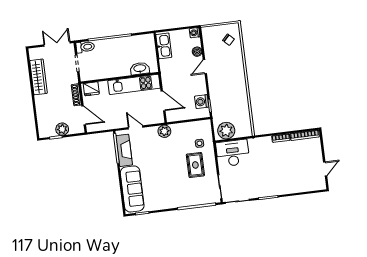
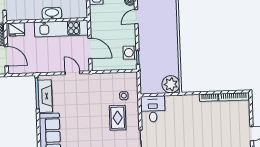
washbasin: (140, 69) -> (52, 13), moved
door: (136, 127) -> (72, 73), moved
plant: (164, 131) -> (88, 80), removed
plant: (226, 131) -> (171, 84), moved
desk: (233, 153) -> (153, 109), width x0.73

